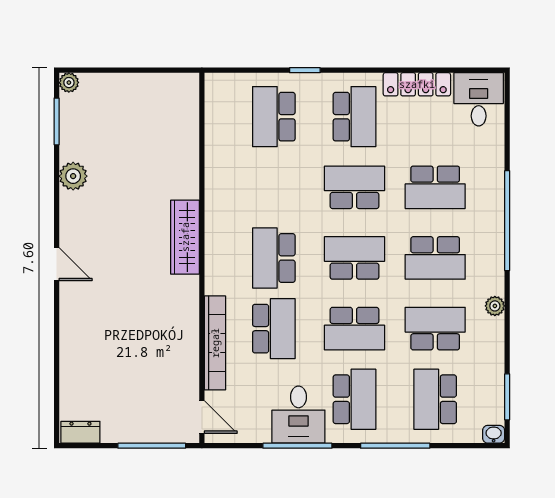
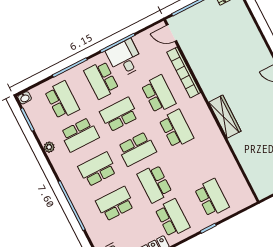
school desk: (354, 117) -> (172, 218), turned 180
school desk: (354, 187) -> (155, 184), turned 90
plant: (495, 306) -> (49, 147), moved
school desk: (274, 329) -> (159, 94), turned 180

